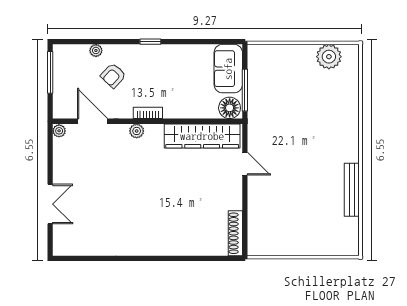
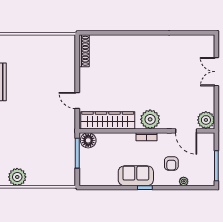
sofa: (228, 69) -> (136, 176), moved, turned -90
armchair: (113, 76) -> (171, 163), turned 137
plant: (59, 131) -> (206, 120), width x1.87, depth x1.87
plant: (137, 131) -> (150, 119), width x1.87, depth x1.87

